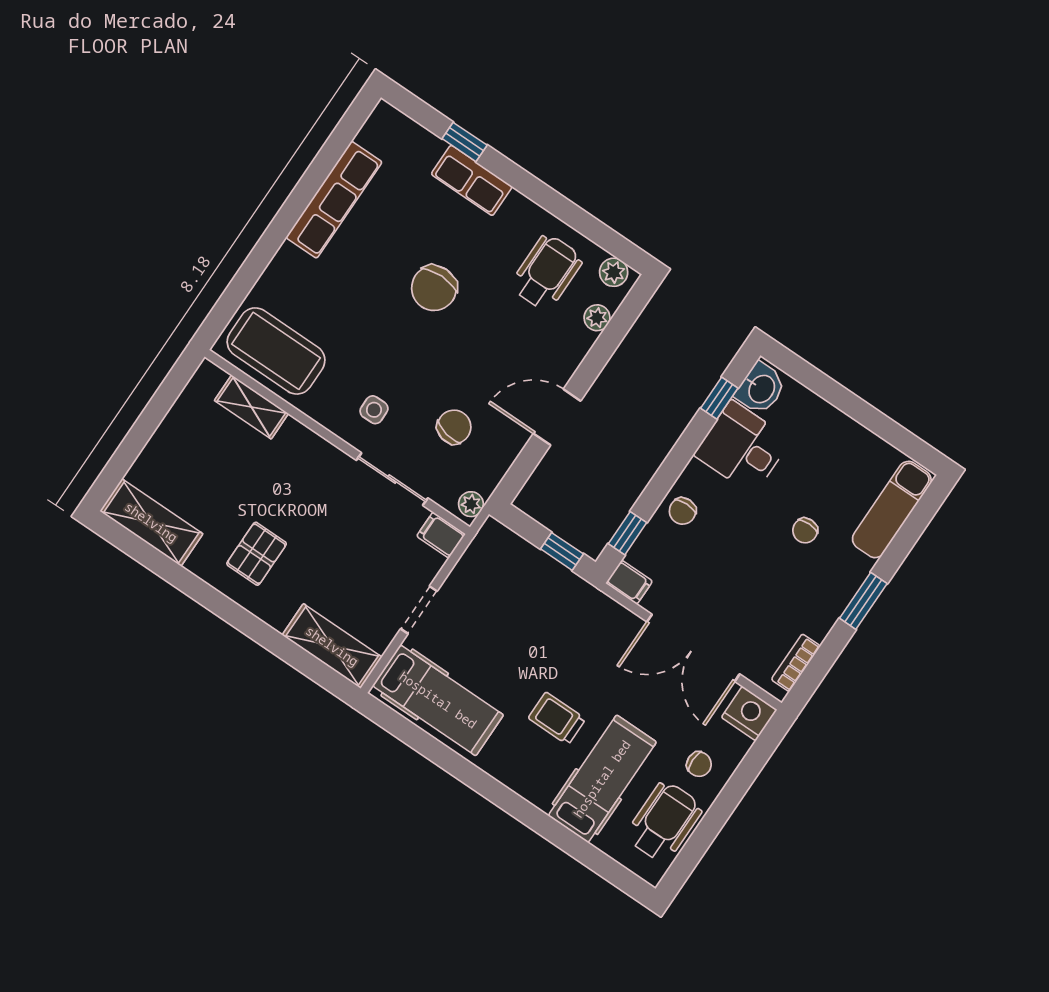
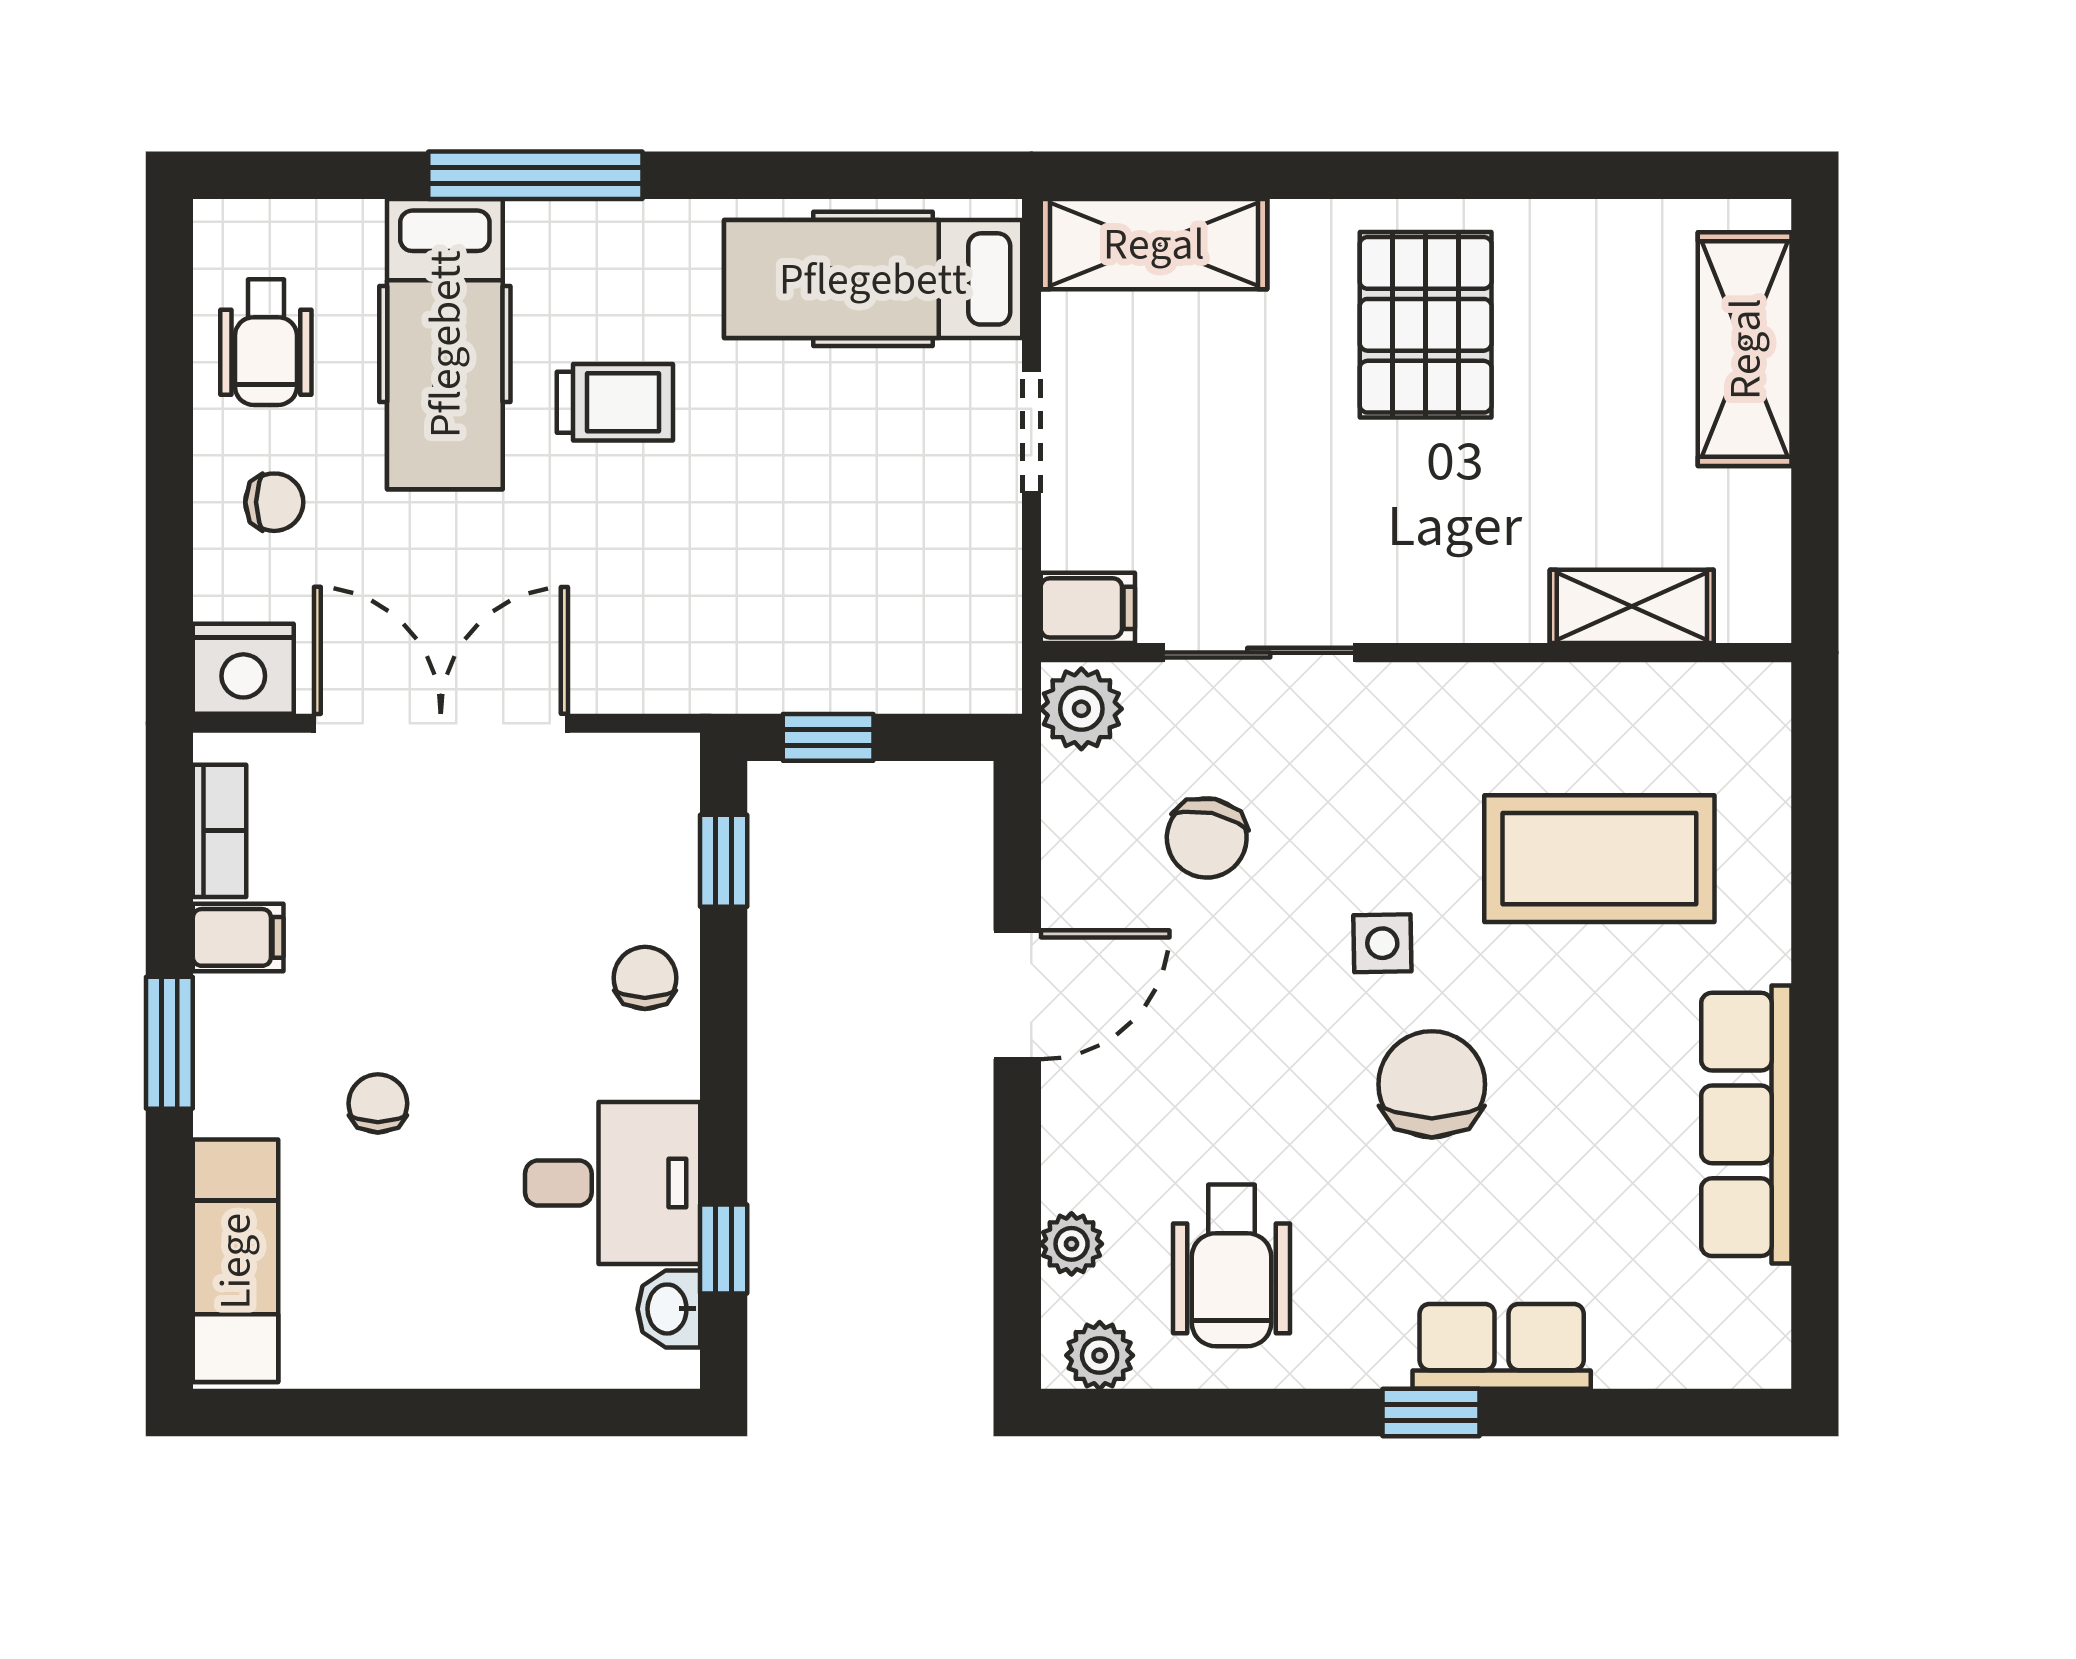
window: (465, 142) -> (1431, 1413), moved
coffee table: (276, 351) -> (1599, 859), moved
washbasin: (761, 388) -> (669, 1309), width x0.72, depth x0.69
side table: (374, 410) -> (1382, 943), moved
plant: (471, 504) -> (1081, 709), width x1.38, depth x1.38
shelving: (151, 522) -> (1745, 349), moved, turned 90
pallet: (257, 554) -> (1426, 325), width x1.50, depth x1.42
filing cabinet: (629, 582) -> (238, 937), moved, turned 180
chair: (699, 764) -> (274, 502), turned 180
window: (531, 816) -> (535, 175), added
wheelchair: (664, 822) -> (266, 342), width x0.73, depth x0.73

